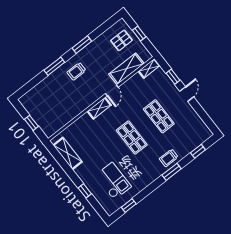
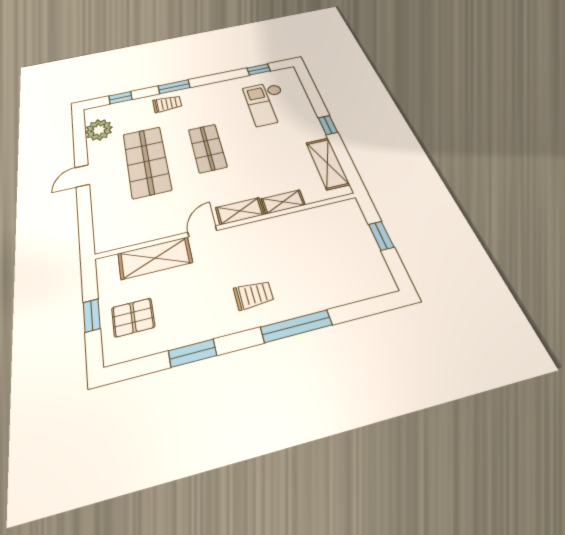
window: (82, 45) -> (193, 353), moved
window: (54, 66) -> (296, 326), width x1.44
shelving: (149, 68) -> (283, 202), moved
window: (173, 77) -> (85, 211), removed
shop shelf: (159, 116) -> (147, 161), width x1.43, depth x1.36
plant: (196, 125) -> (99, 130), added
window: (85, 191) -> (328, 125), moved

